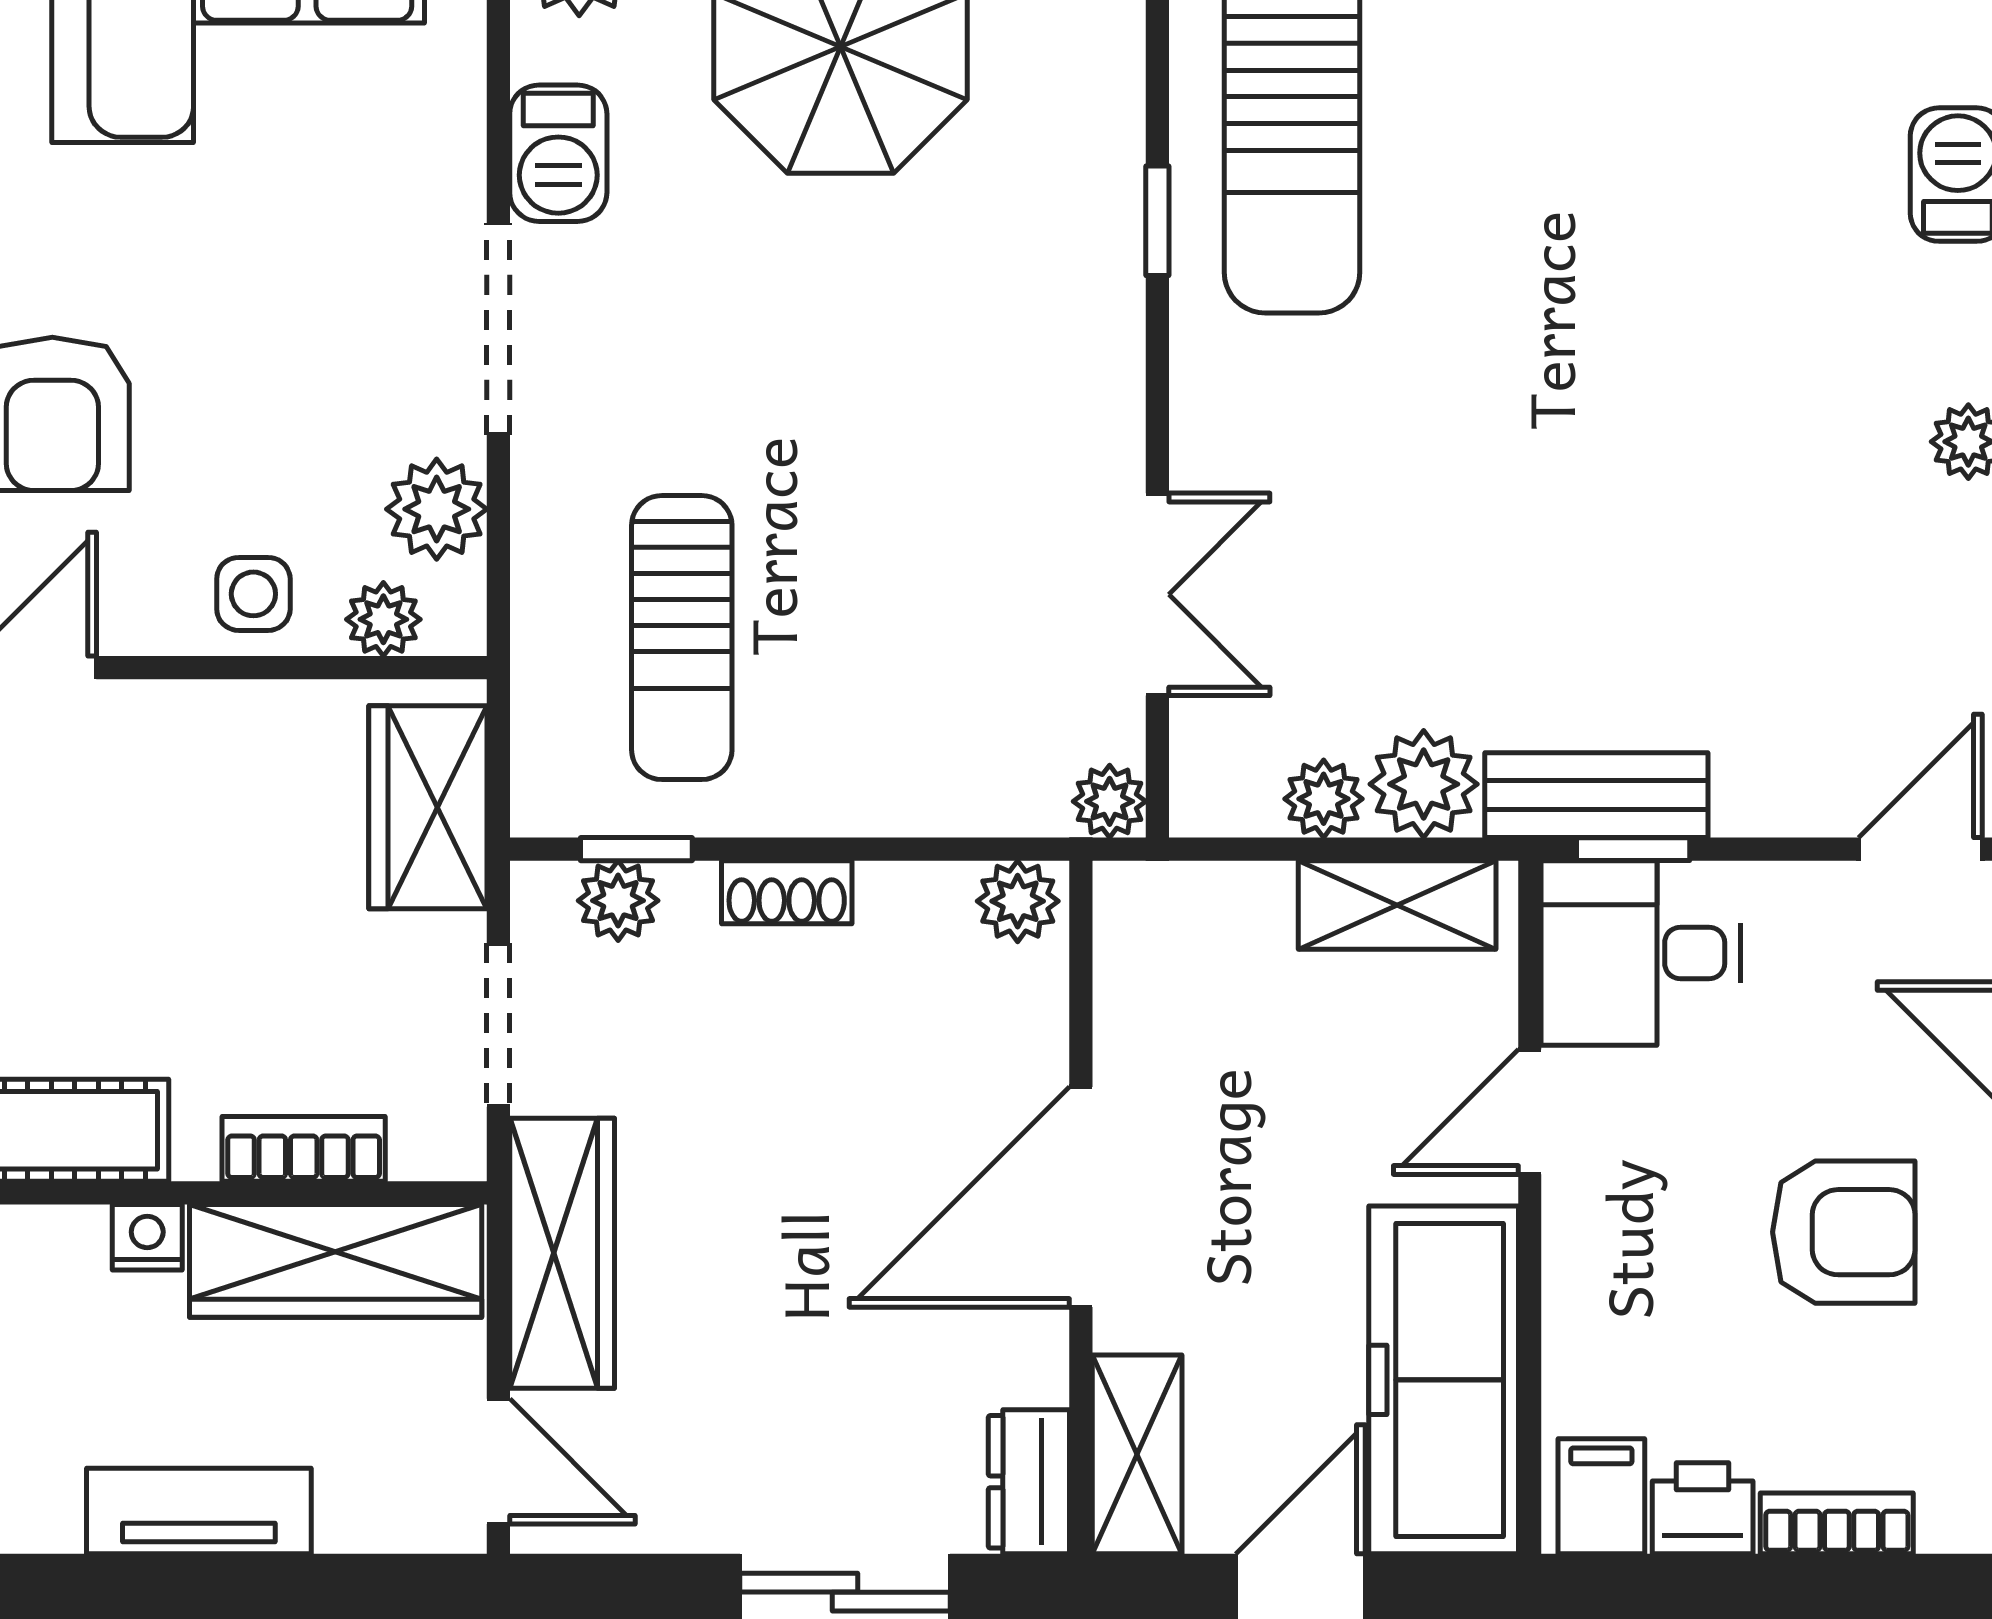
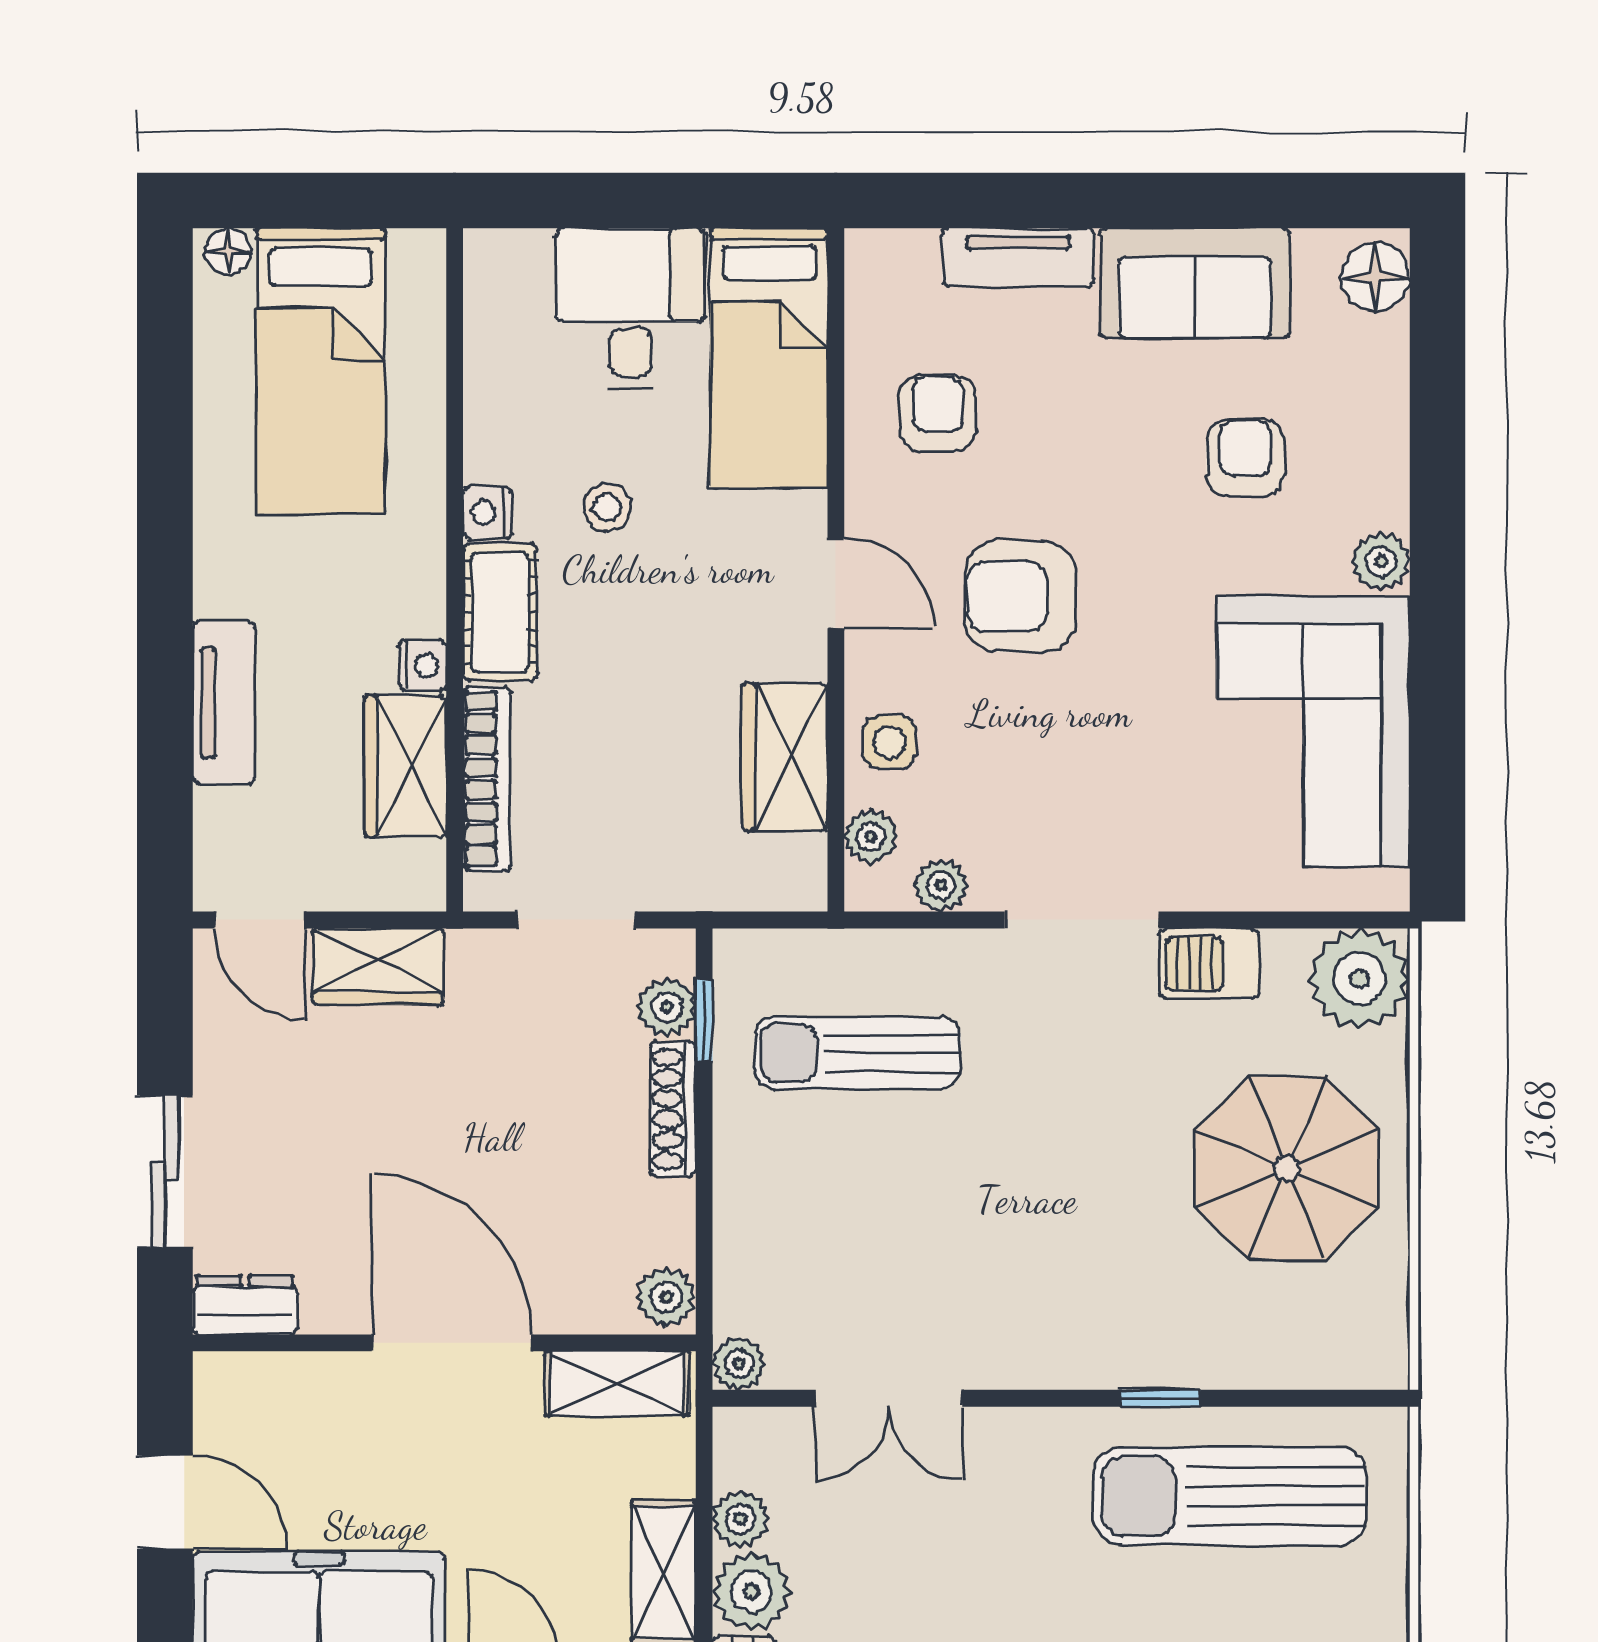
plant: (437, 509) -> (941, 885), width x0.73, depth x0.73
wardrobe: (428, 807) -> (785, 757), moved, turned -90
shoe rack: (787, 892) -> (673, 1109), width x1.43
bookcase: (304, 1149) -> (487, 779), width x1.56
wardrobe: (562, 1253) -> (378, 966), width x0.67
wardrobe: (336, 1261) -> (405, 767), width x0.67
shelving: (1137, 1454) -> (617, 1384), moved
door: (498, 1461) -> (260, 920), hinge flipped

